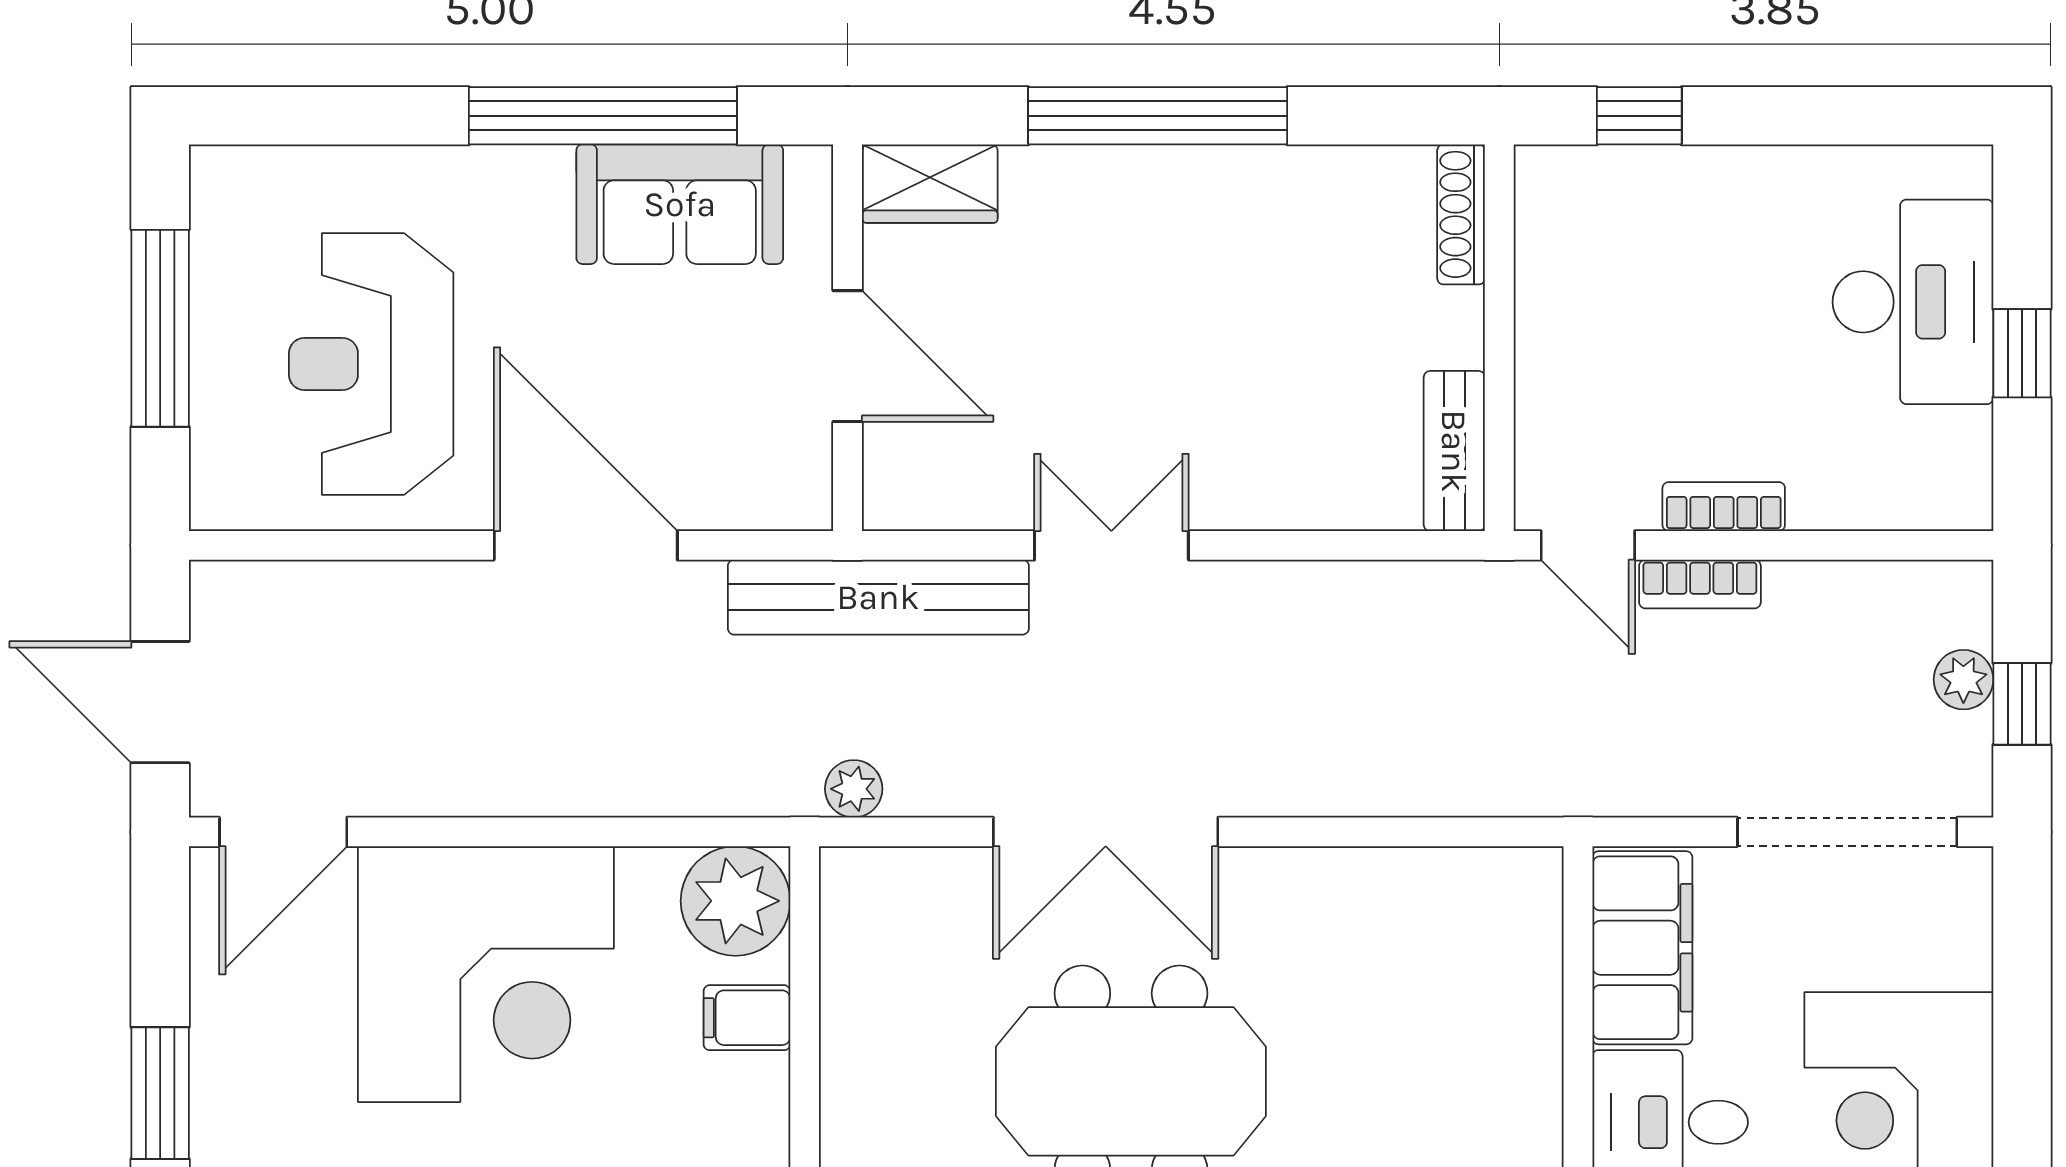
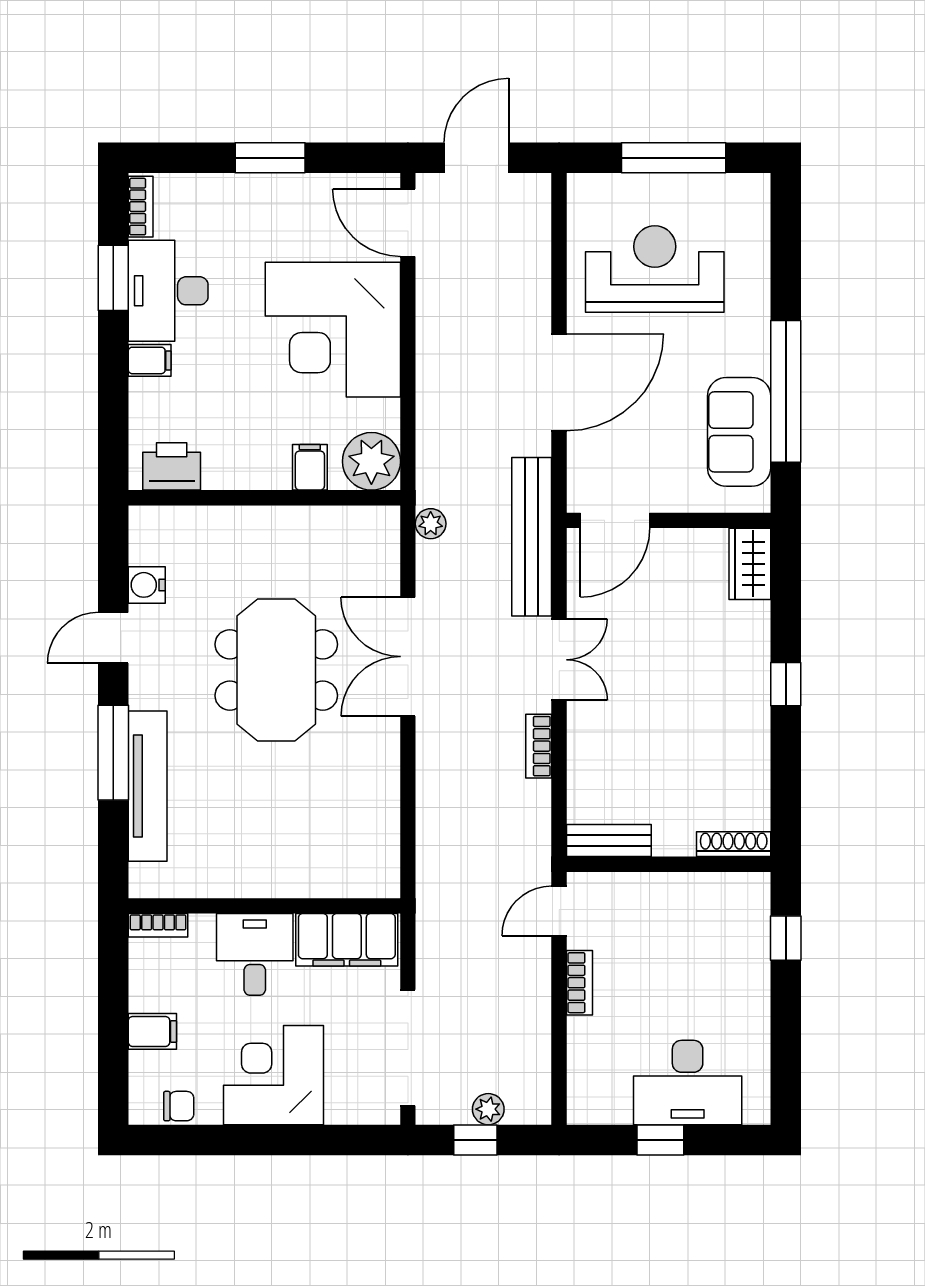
window: (1158, 116) -> (786, 684), width x0.32
door: (848, 356) -> (615, 520), moved
bookcase: (1700, 584) -> (539, 746), moved

